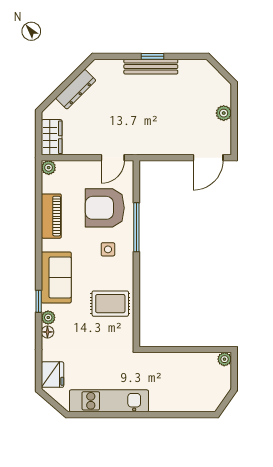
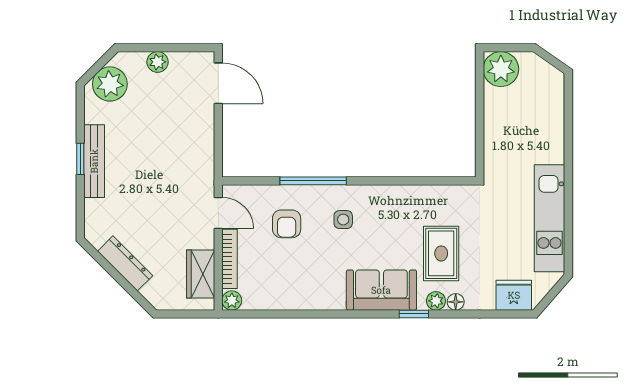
plant: (207, 78) -> (110, 84), added
wardrobe: (52, 137) -> (201, 274), moved, turned -90
bookcase: (79, 166) -> (230, 259), added
armchair: (105, 208) -> (287, 224), width x0.53, depth x0.53
piano: (51, 216) -> (298, 297), removed
rug: (110, 304) -> (441, 253), moved
plant: (224, 359) -> (501, 69), width x1.87, depth x1.87

